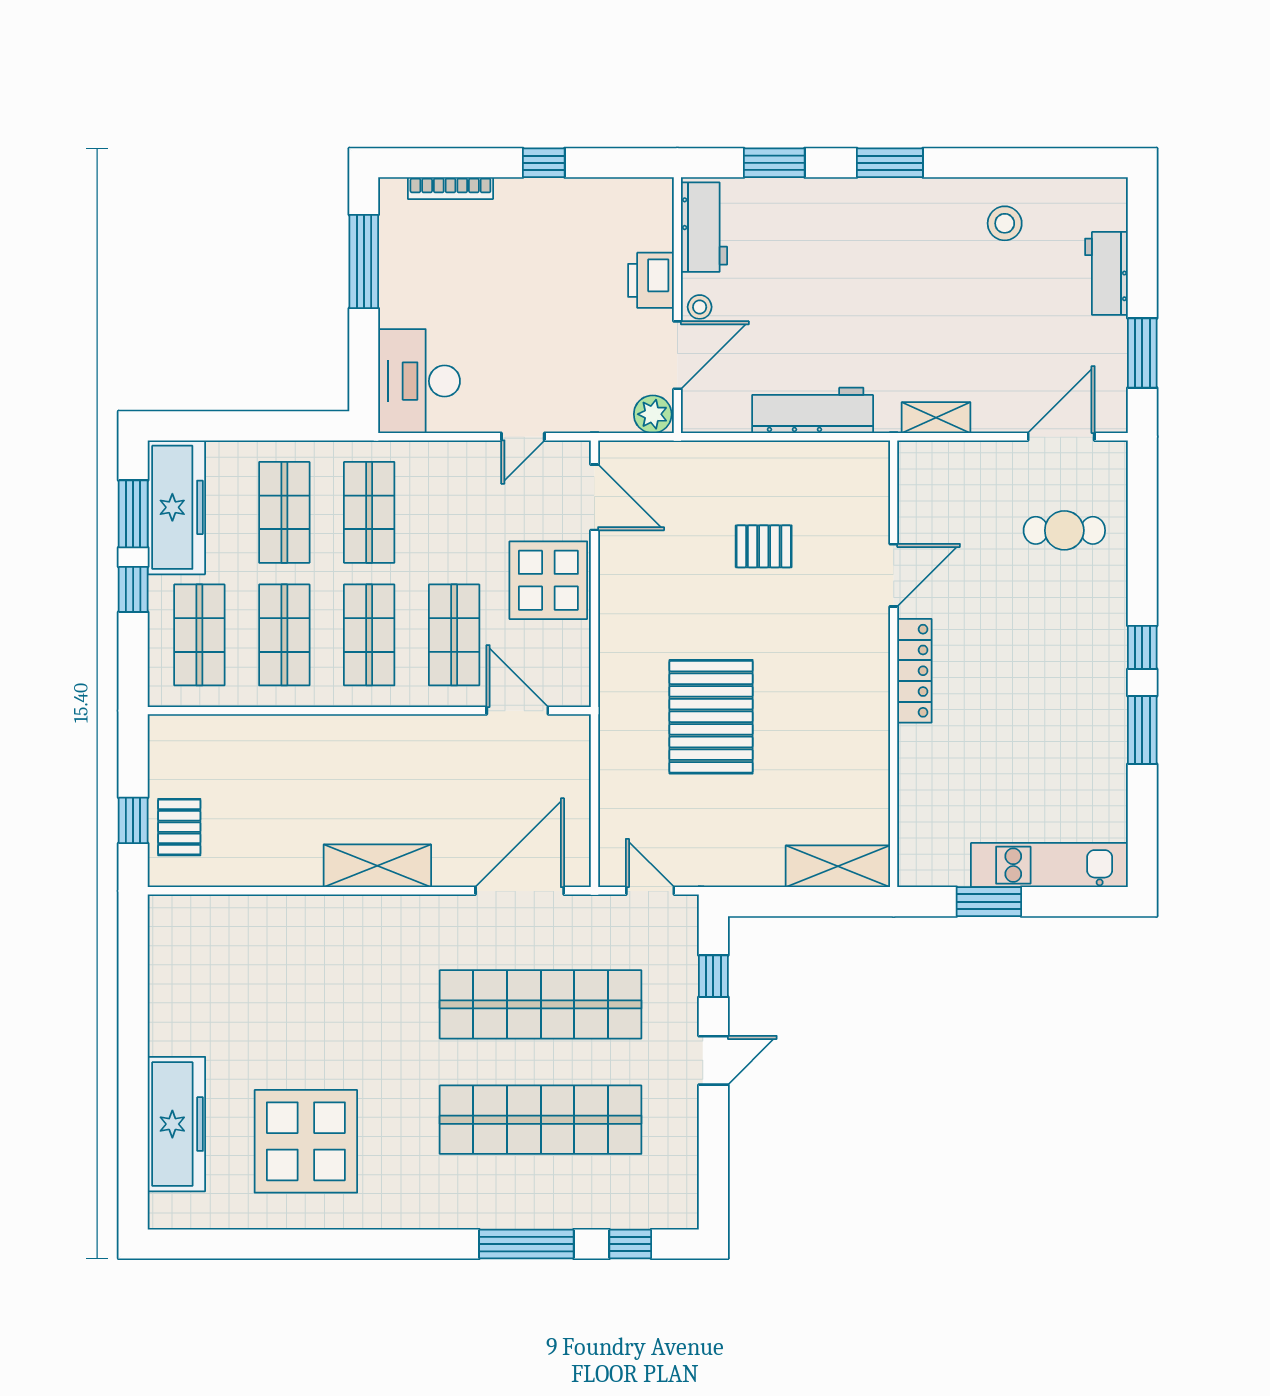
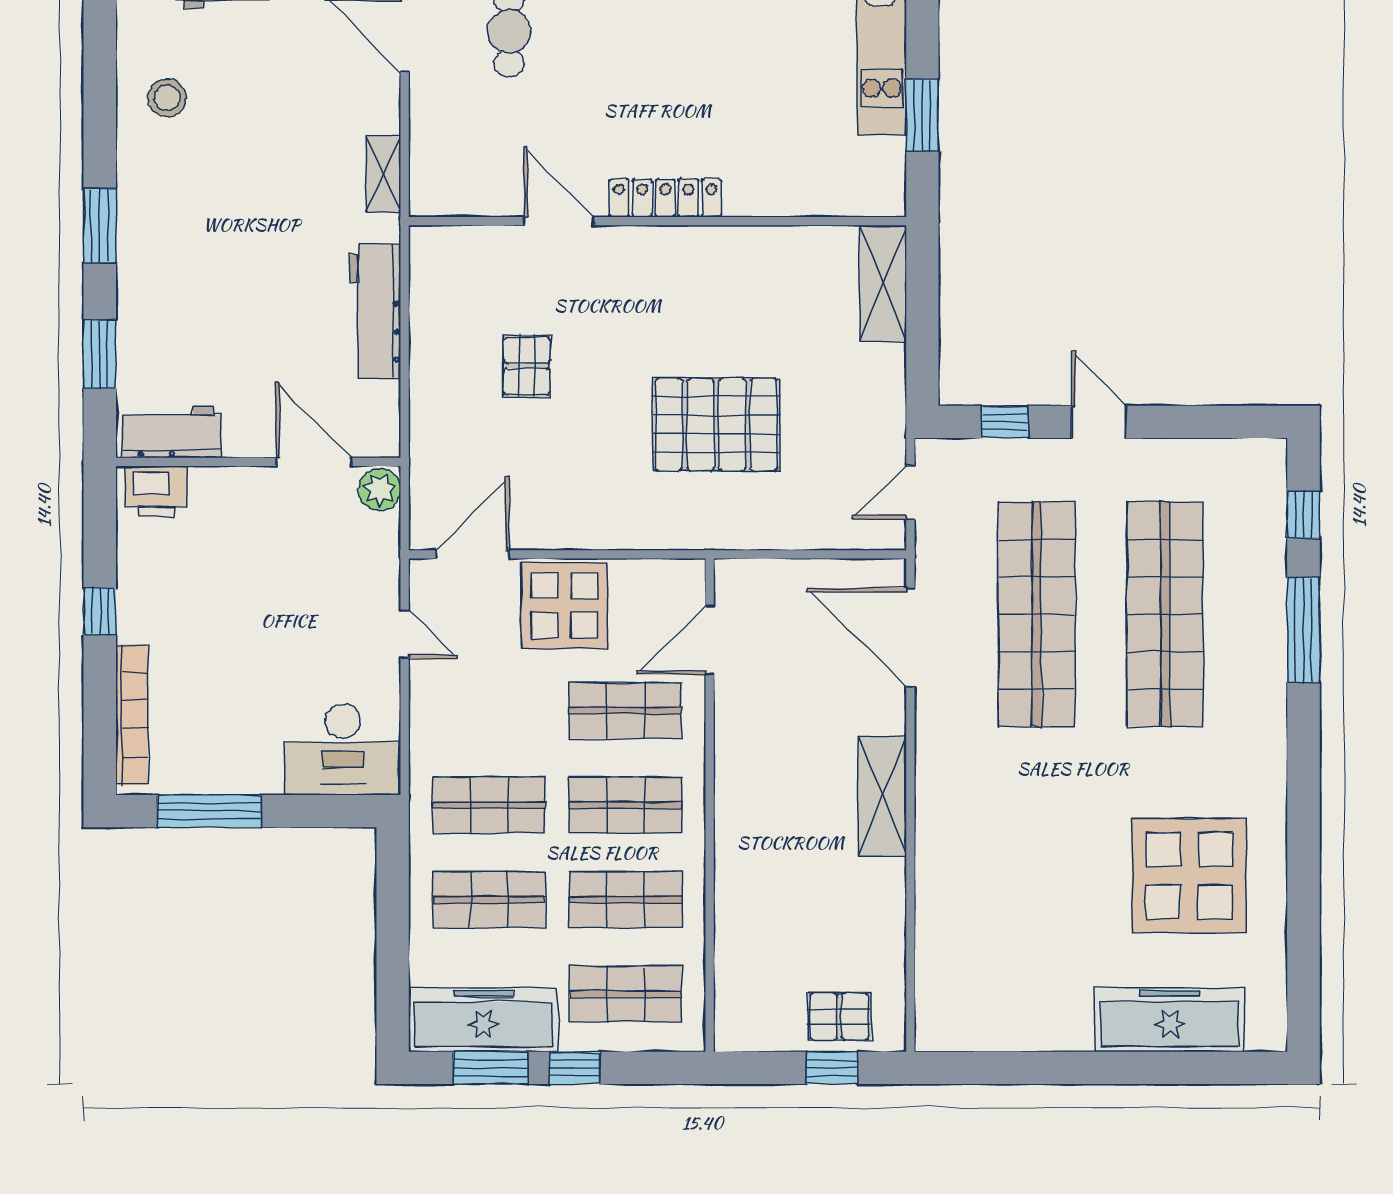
bookcase: (450, 188) -> (132, 715), width x1.48, depth x1.31
printer: (651, 280) -> (156, 491), moved
stool: (700, 307) -> (260, 437), removed

